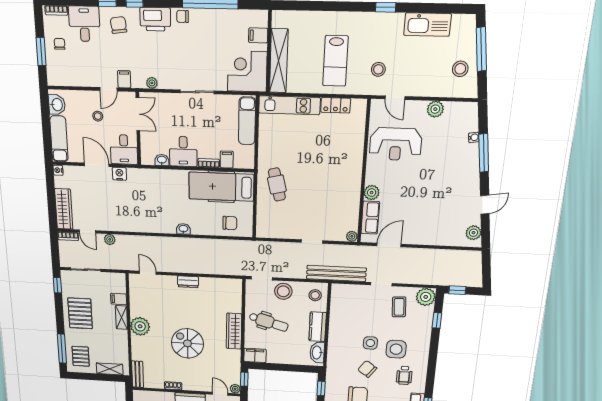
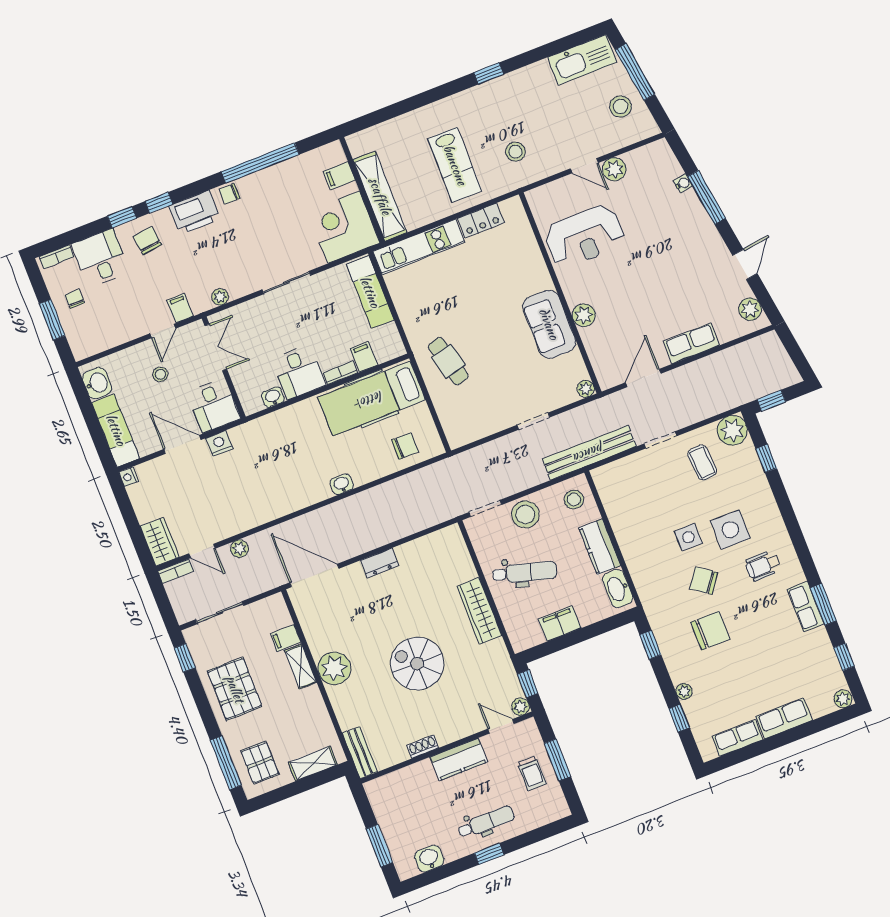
kitchen sink: (427, 25) -> (582, 60), moved
door: (395, 98) -> (584, 166), moved
sofa: (348, 189) -> (549, 324), added
wardrobe: (64, 209) -> (160, 542), width x0.67
row of seats: (370, 218) -> (691, 343), moved, turned -90
door: (148, 273) -> (314, 576), width x1.88
filing cabinet: (255, 355) -> (560, 624), moved
wheelchair: (404, 375) -> (763, 566), turned 90

